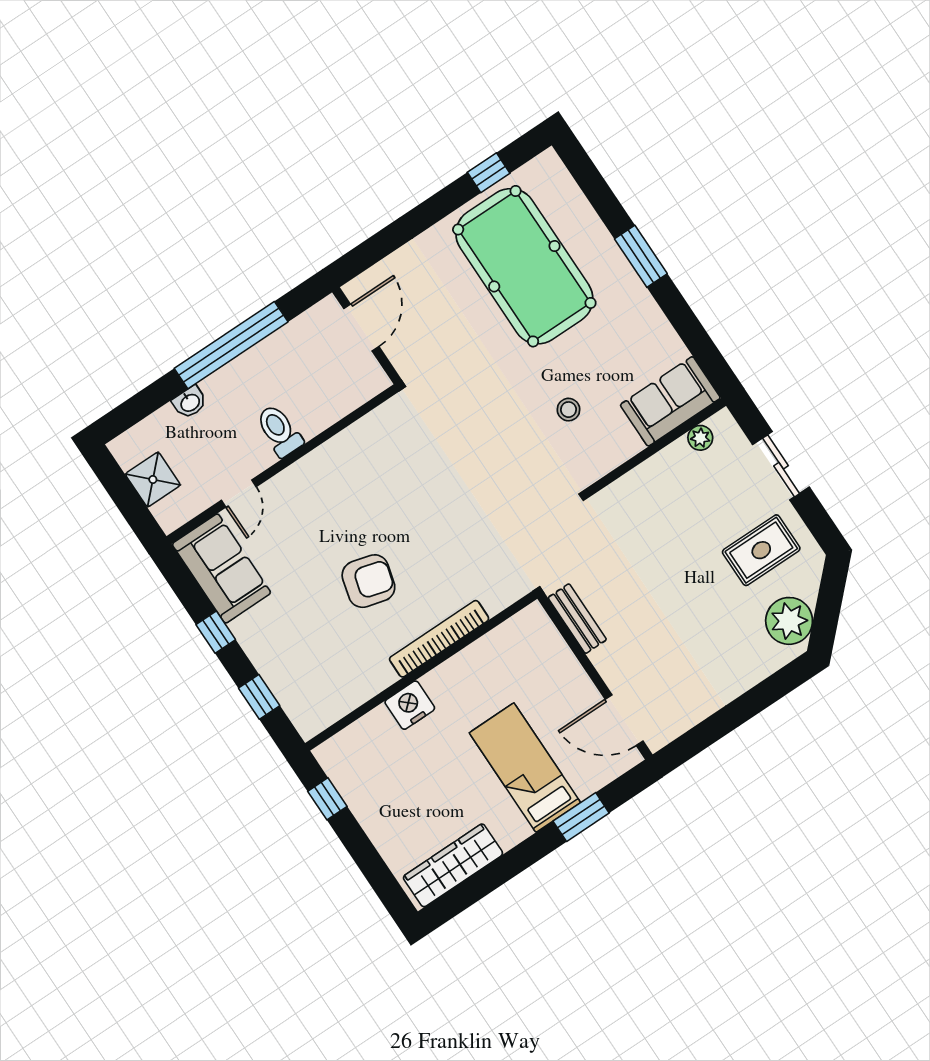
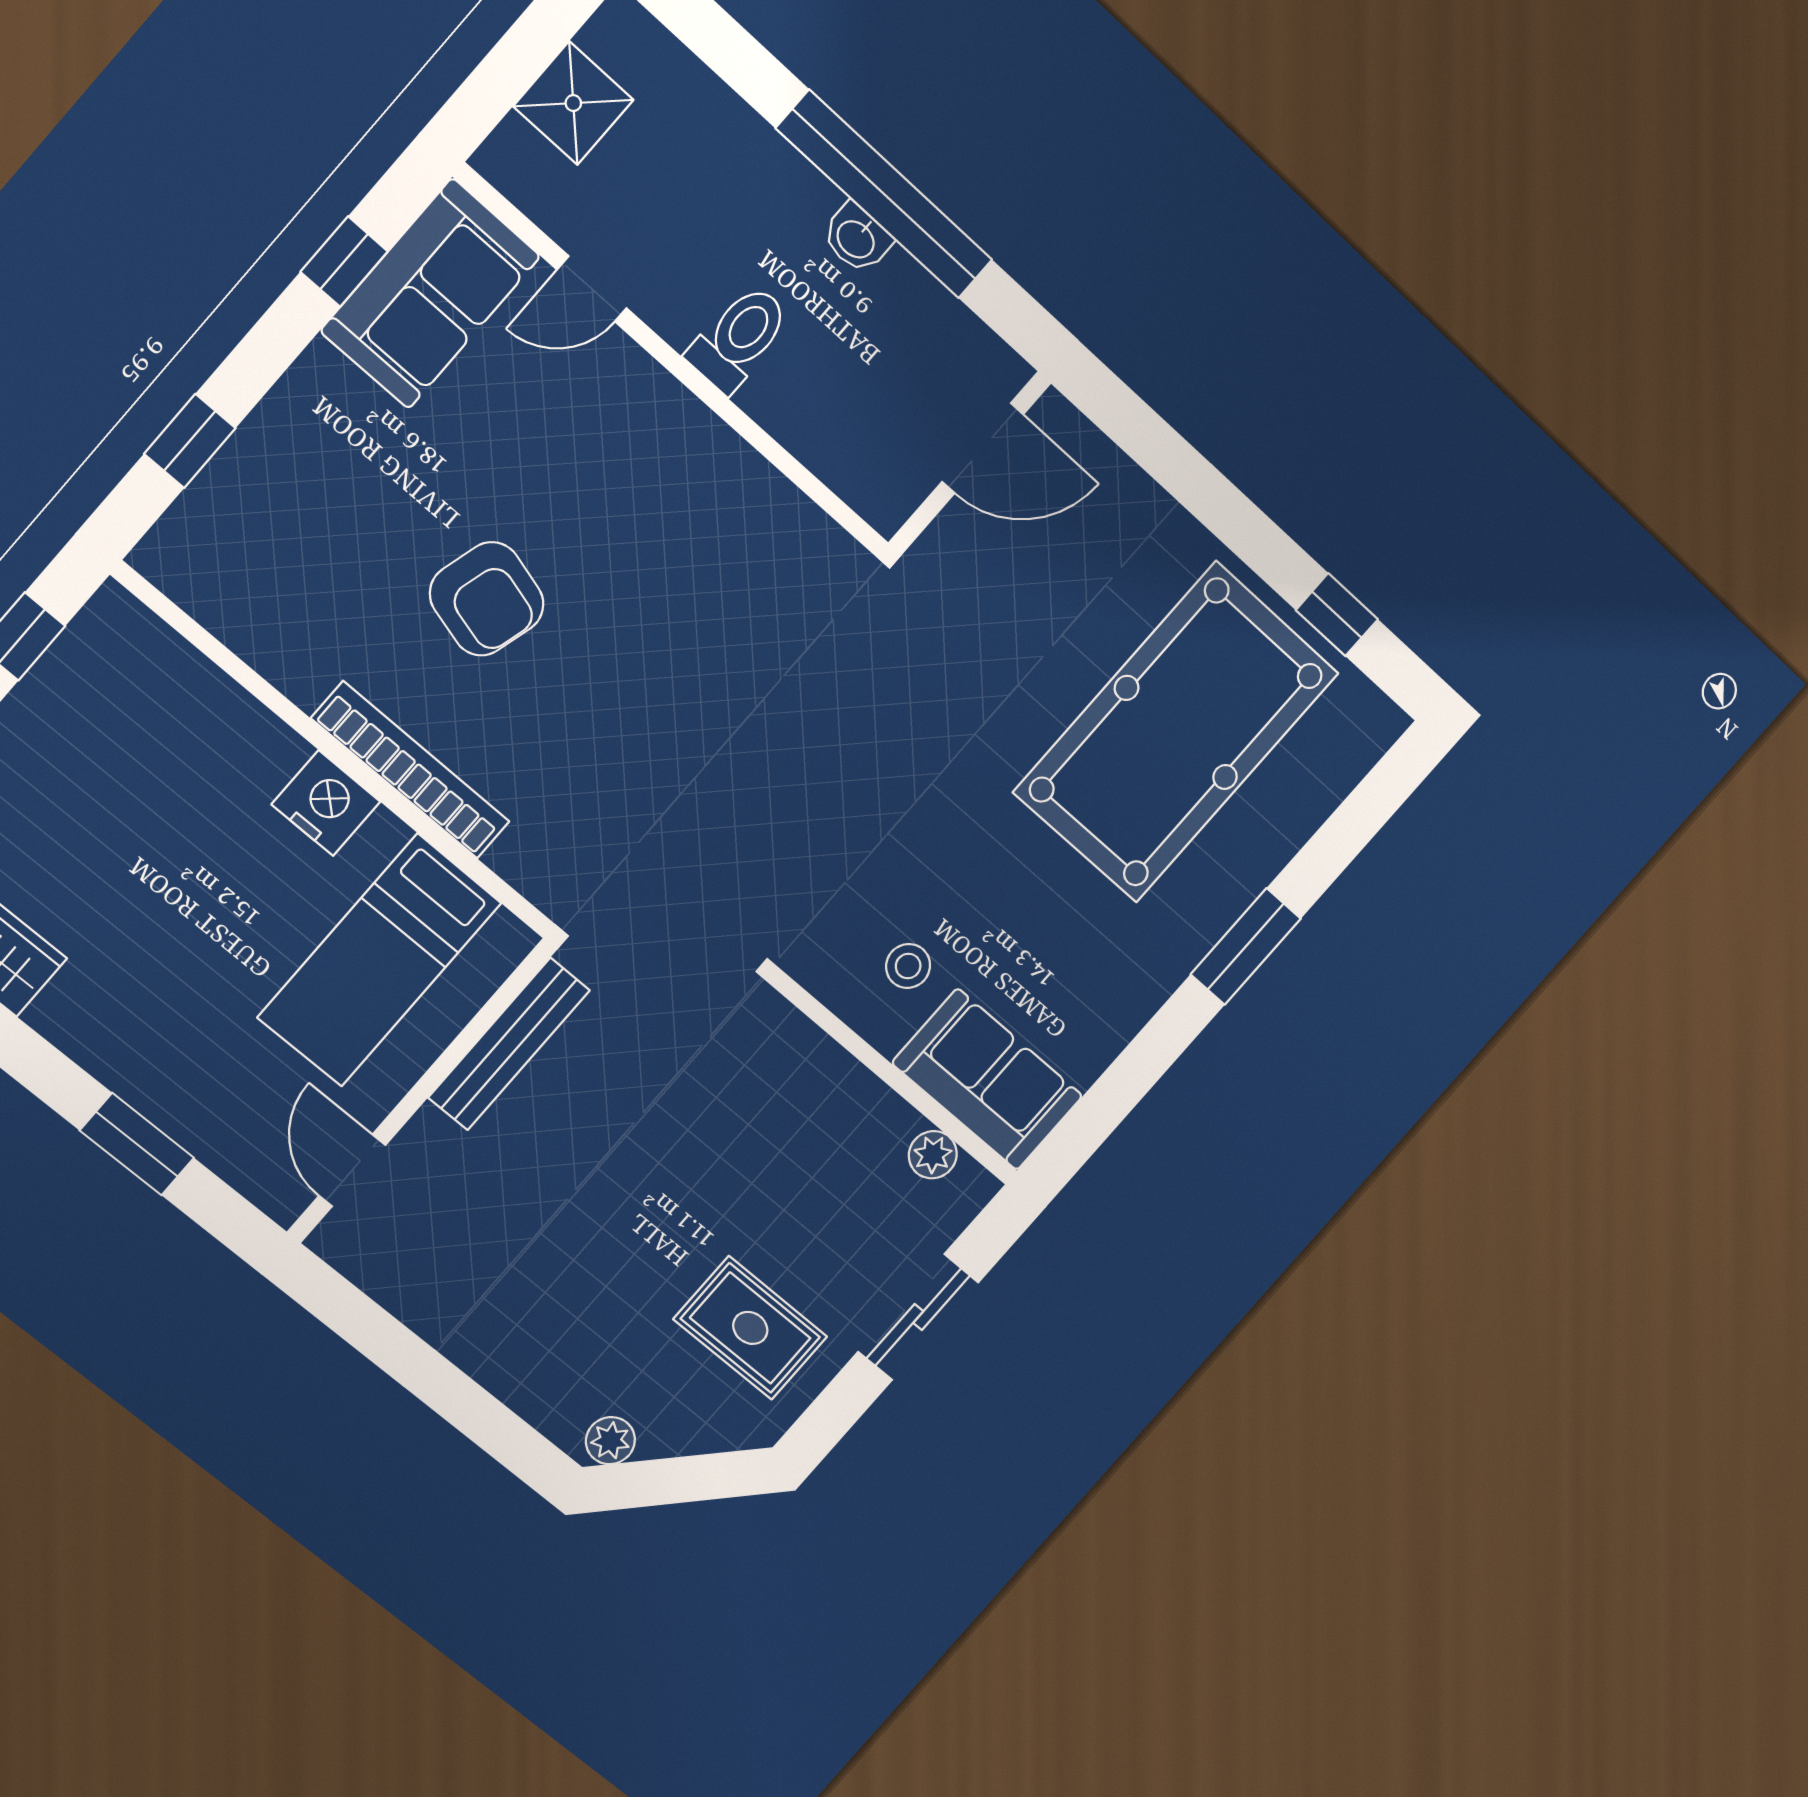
washbasin: (190, 402) -> (857, 238), moved
stool: (569, 410) -> (908, 966), moved
bench: (577, 619) -> (509, 1044), width x1.36
plant: (789, 621) -> (610, 1441), width x0.53, depth x0.53
window: (216, 632) -> (344, 262), moved
nightstand: (410, 705) -> (326, 803), moved
door: (624, 720) -> (352, 1170), width x0.73
bed: (525, 768) -> (379, 960), moved, turned 180

